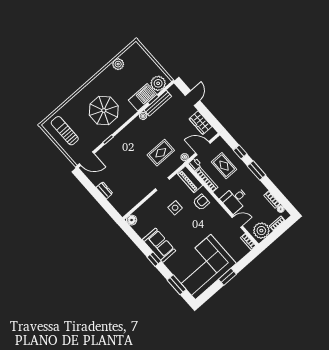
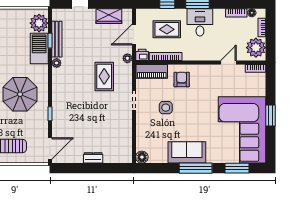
desk: (235, 200) -> (200, 22), moved, turned 180
window: (154, 259) -> (196, 168), width x2.17

